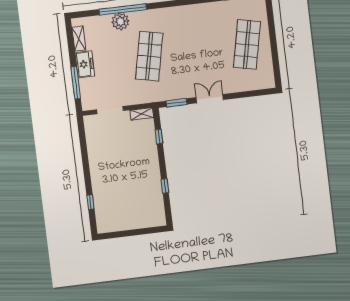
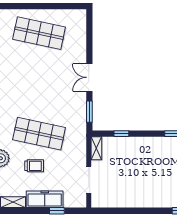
trolley: (117, 55) -> (34, 166), added
freezer: (85, 64) -> (45, 199), width x1.40
window: (76, 83) -> (57, 211), width x0.46

